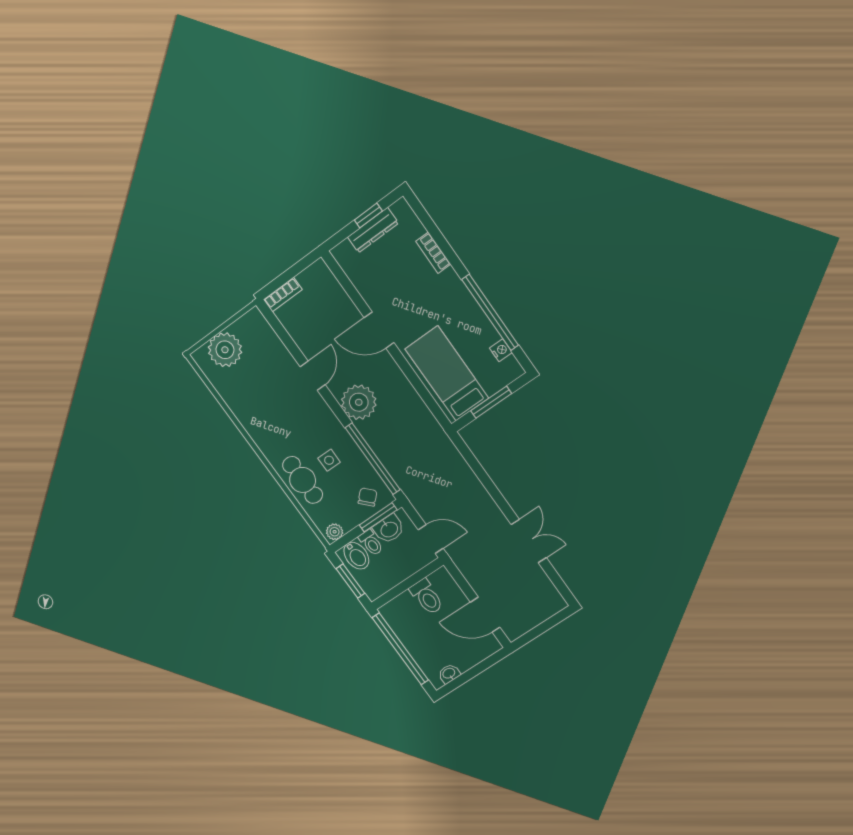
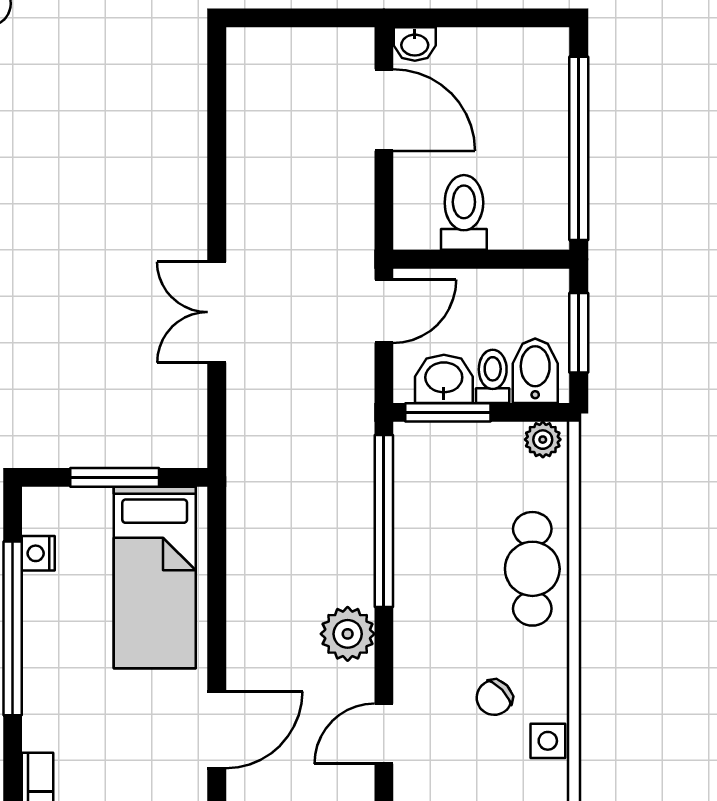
door: (379, 330) -> (217, 730), hinge flipped
plant: (359, 402) -> (348, 634), width x0.73, depth x0.73
side table: (329, 460) -> (548, 741), moved
chair: (368, 497) -> (494, 698), moved
door: (431, 539) -> (384, 311), swing flipped
double door: (529, 541) -> (217, 312), moved
washbasin: (449, 674) -> (415, 44), moved

